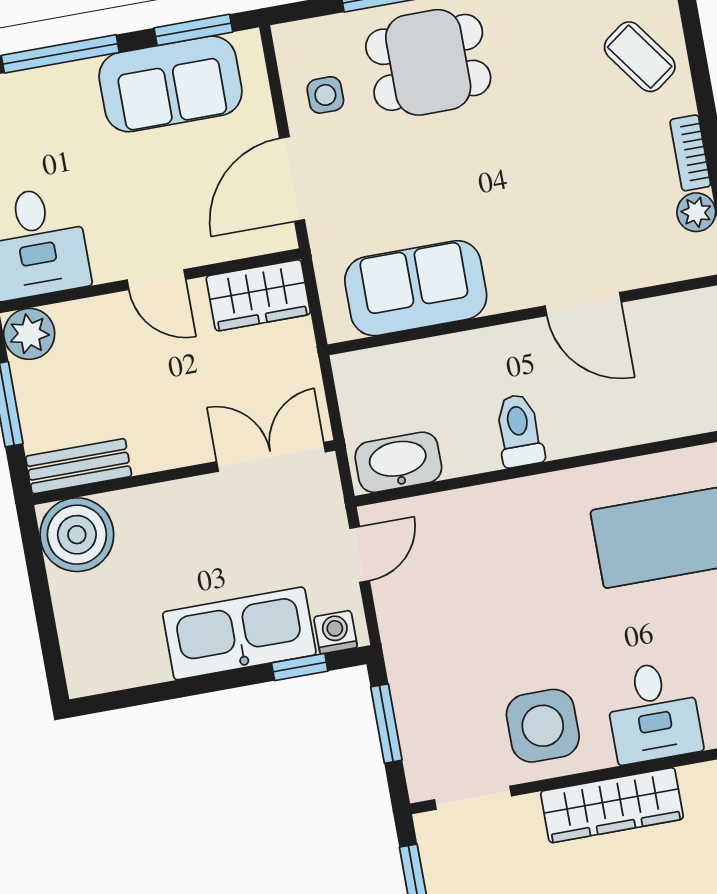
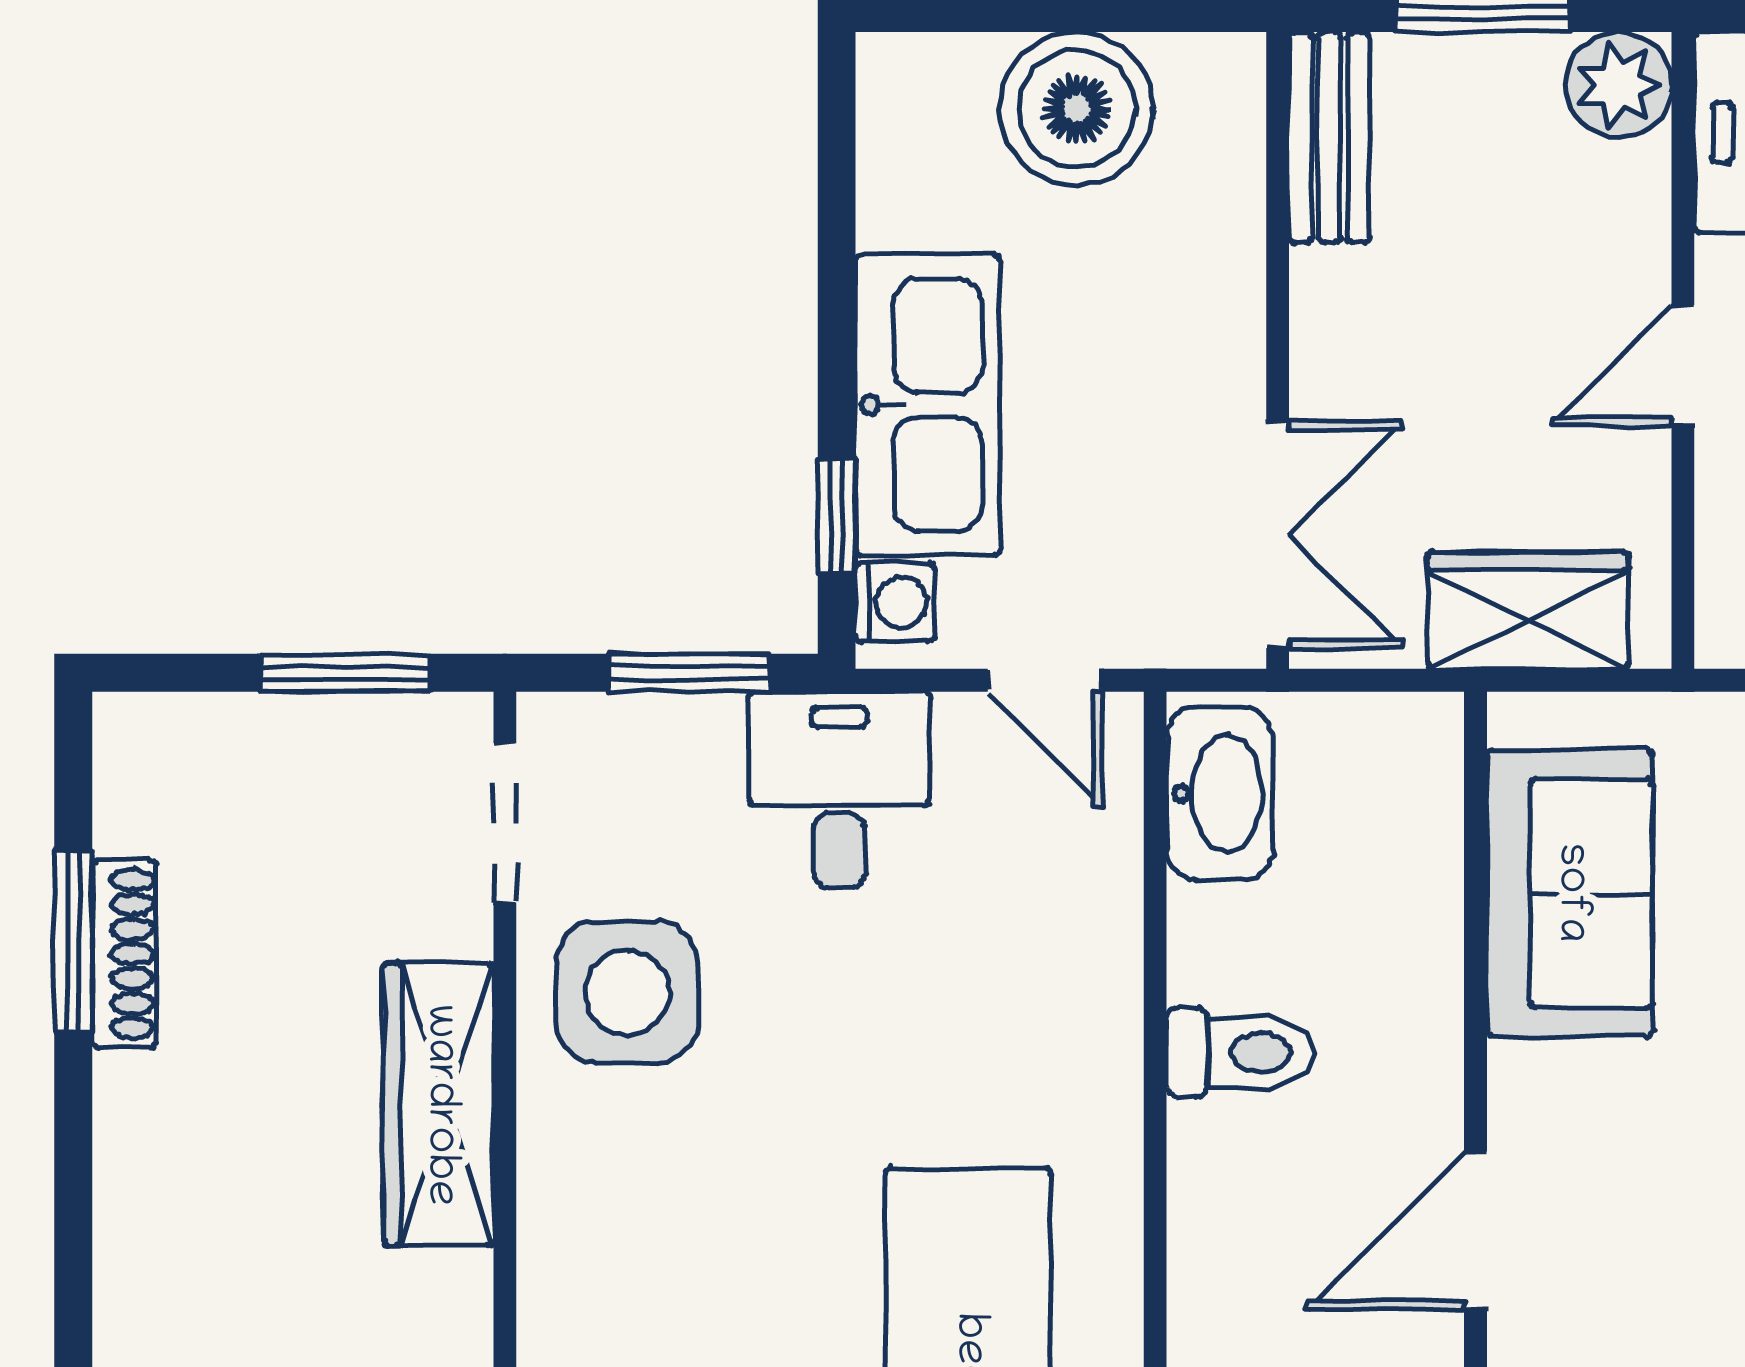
wardrobe: (258, 295) -> (1528, 611), moved, turned 90
boiler: (77, 535) -> (1077, 109), moved
desk: (653, 712) -> (839, 790), moved, turned 90

